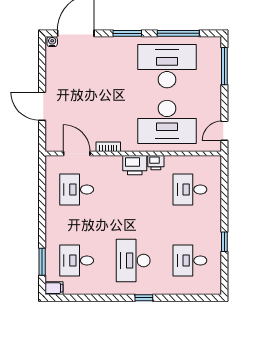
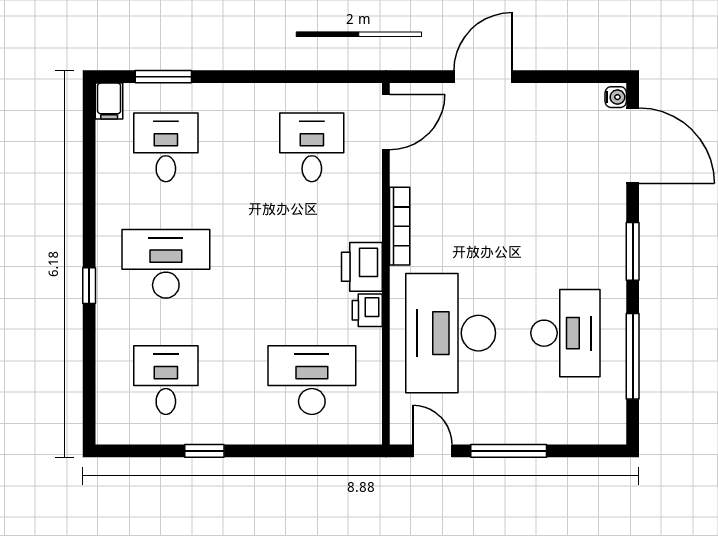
desk: (167, 66) -> (565, 333), width x0.73, depth x0.77
window: (224, 66) -> (509, 451), moved
bookcase: (108, 147) -> (400, 226), width x1.56
door: (77, 153) -> (386, 122), moved
desk: (190, 189) -> (312, 380), width x1.37

